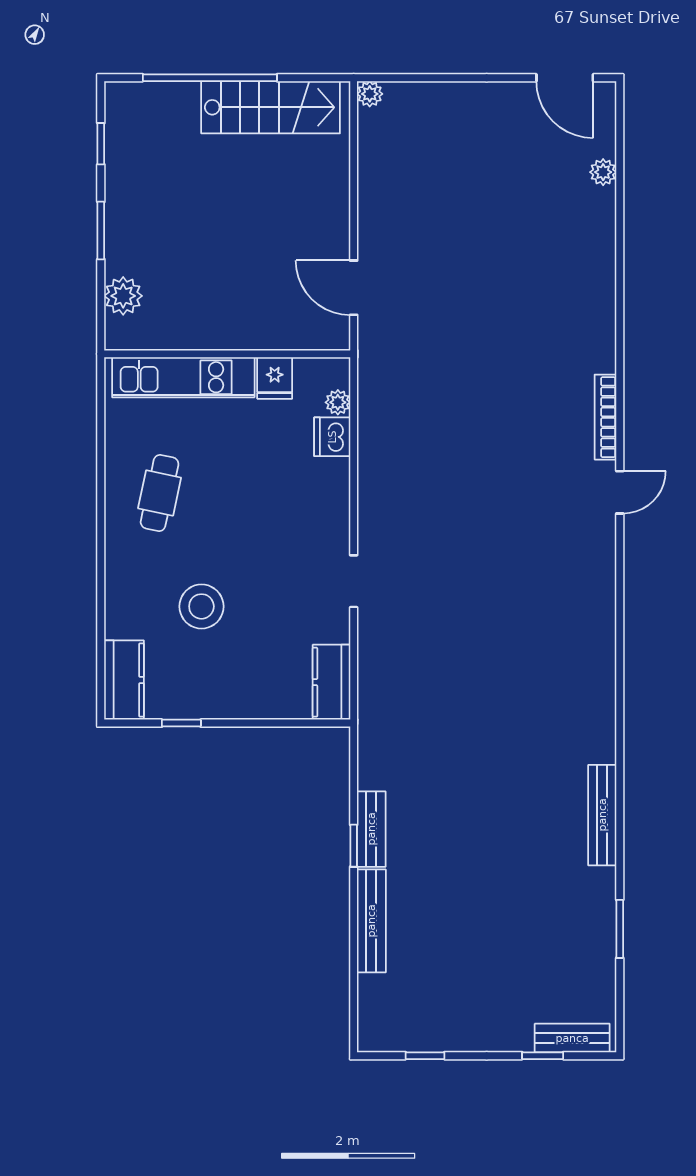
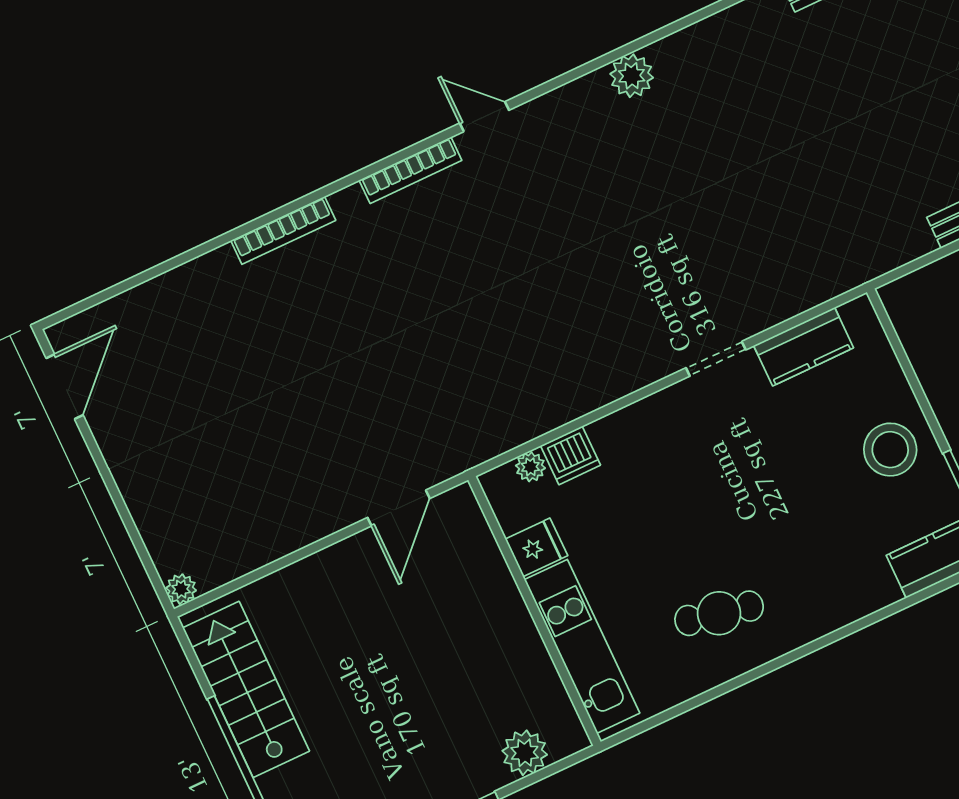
plant: (603, 172) -> (632, 76), moved, width x1.38, depth x1.38
bookcase: (605, 299) -> (283, 230), added
stool: (201, 606) -> (890, 450), moved
kitchen counter: (332, 682) -> (804, 347), moved

